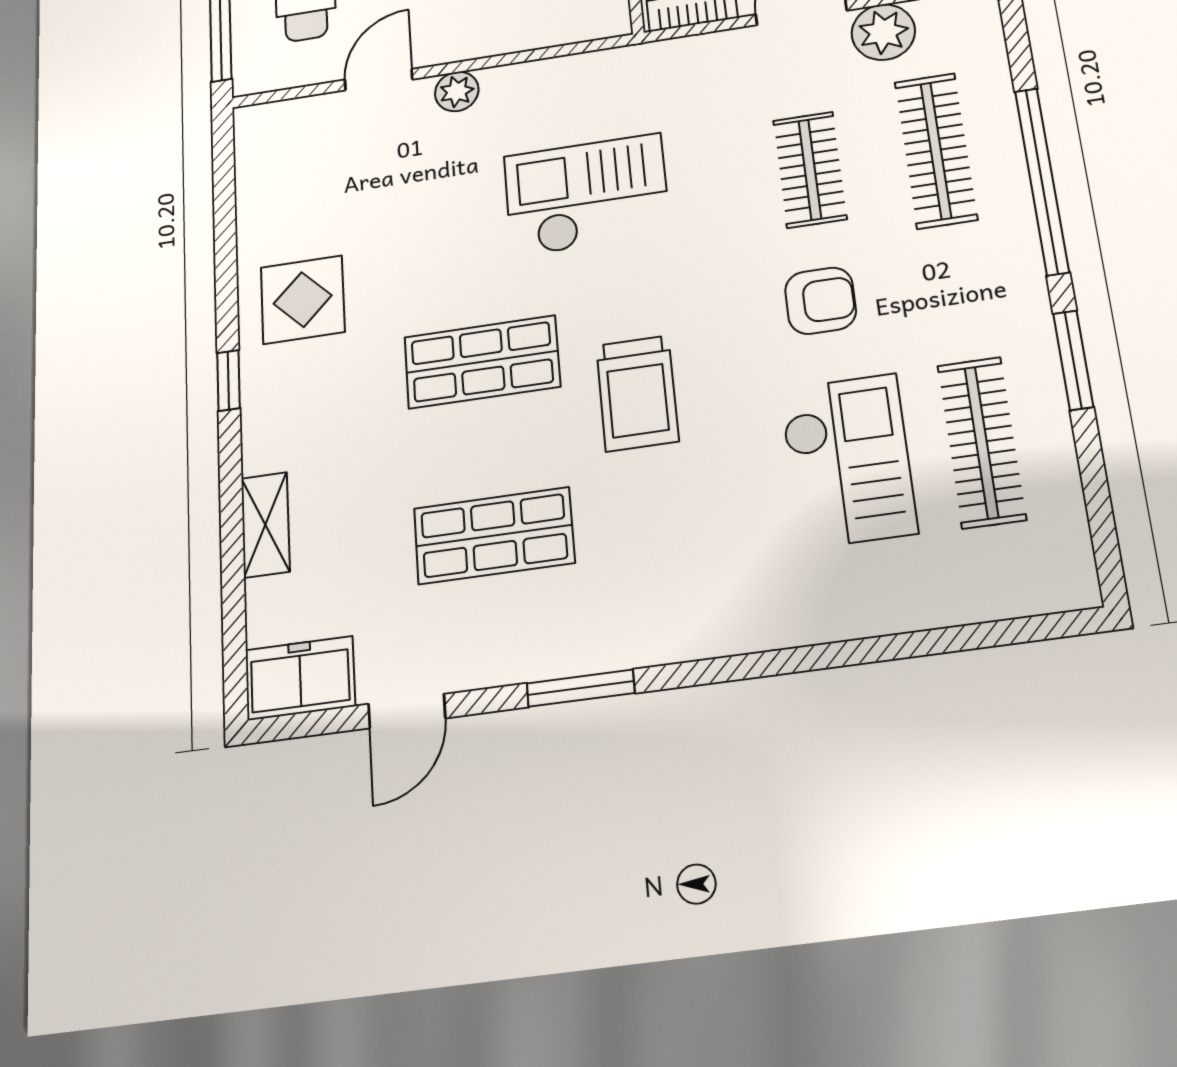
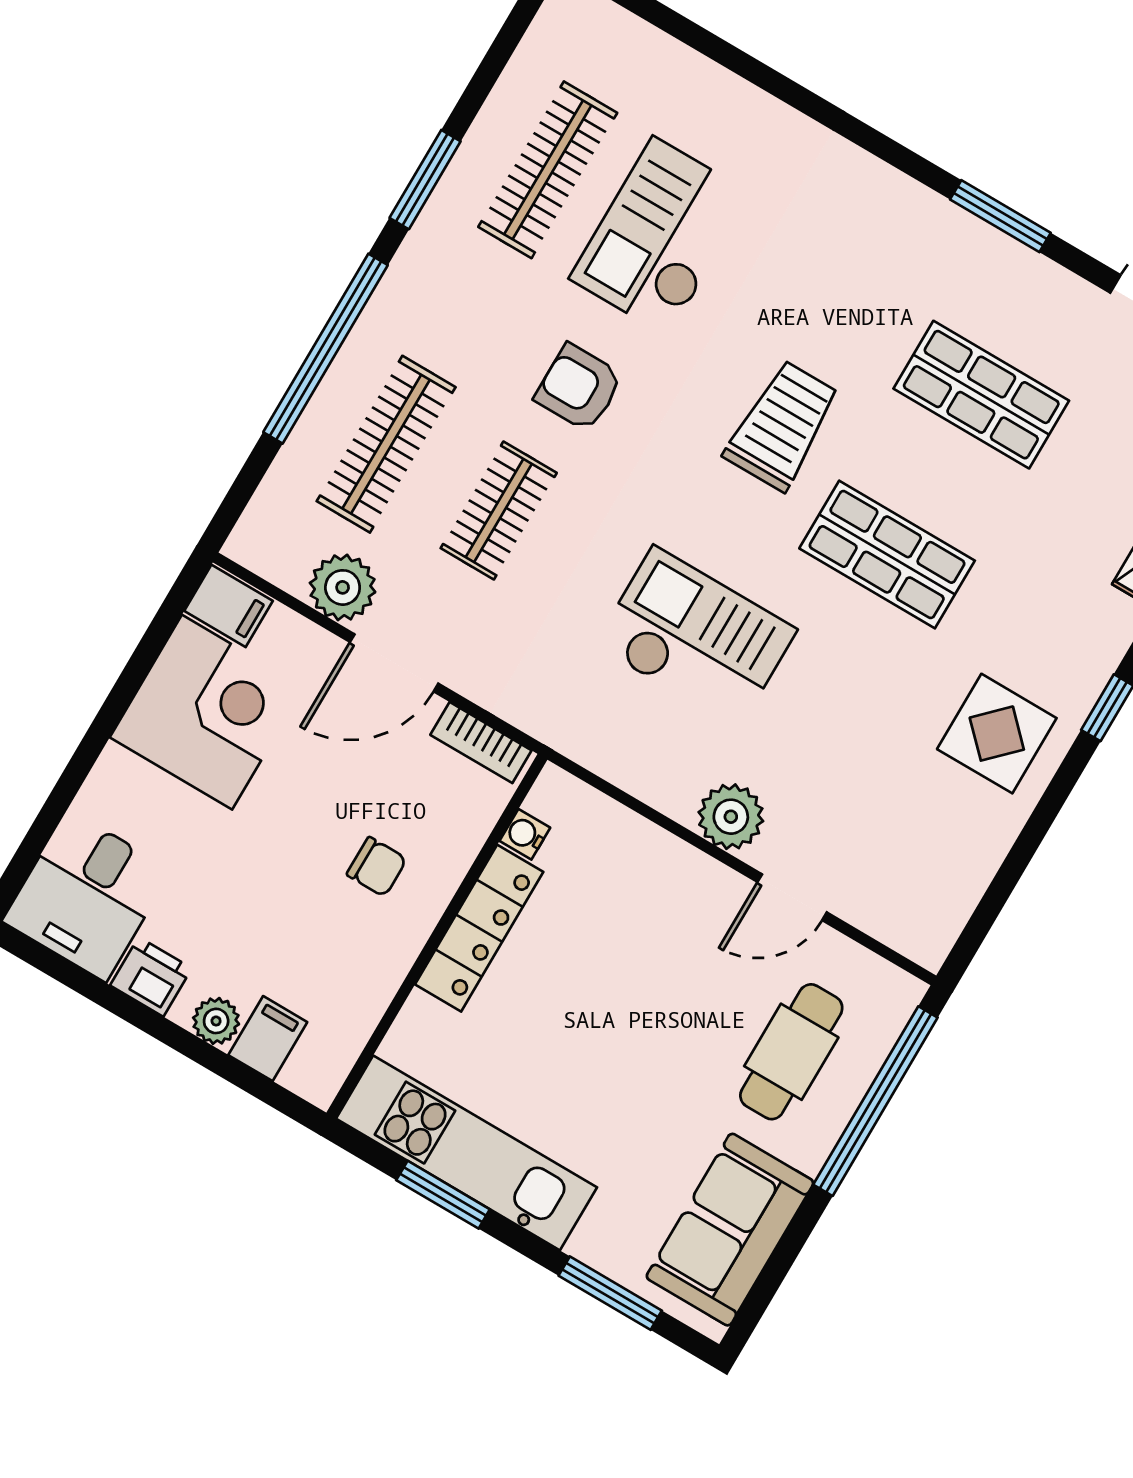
plant: (457, 91) -> (731, 817), width x1.38, depth x1.38
checkout: (587, 195) -> (696, 638), turned 180

